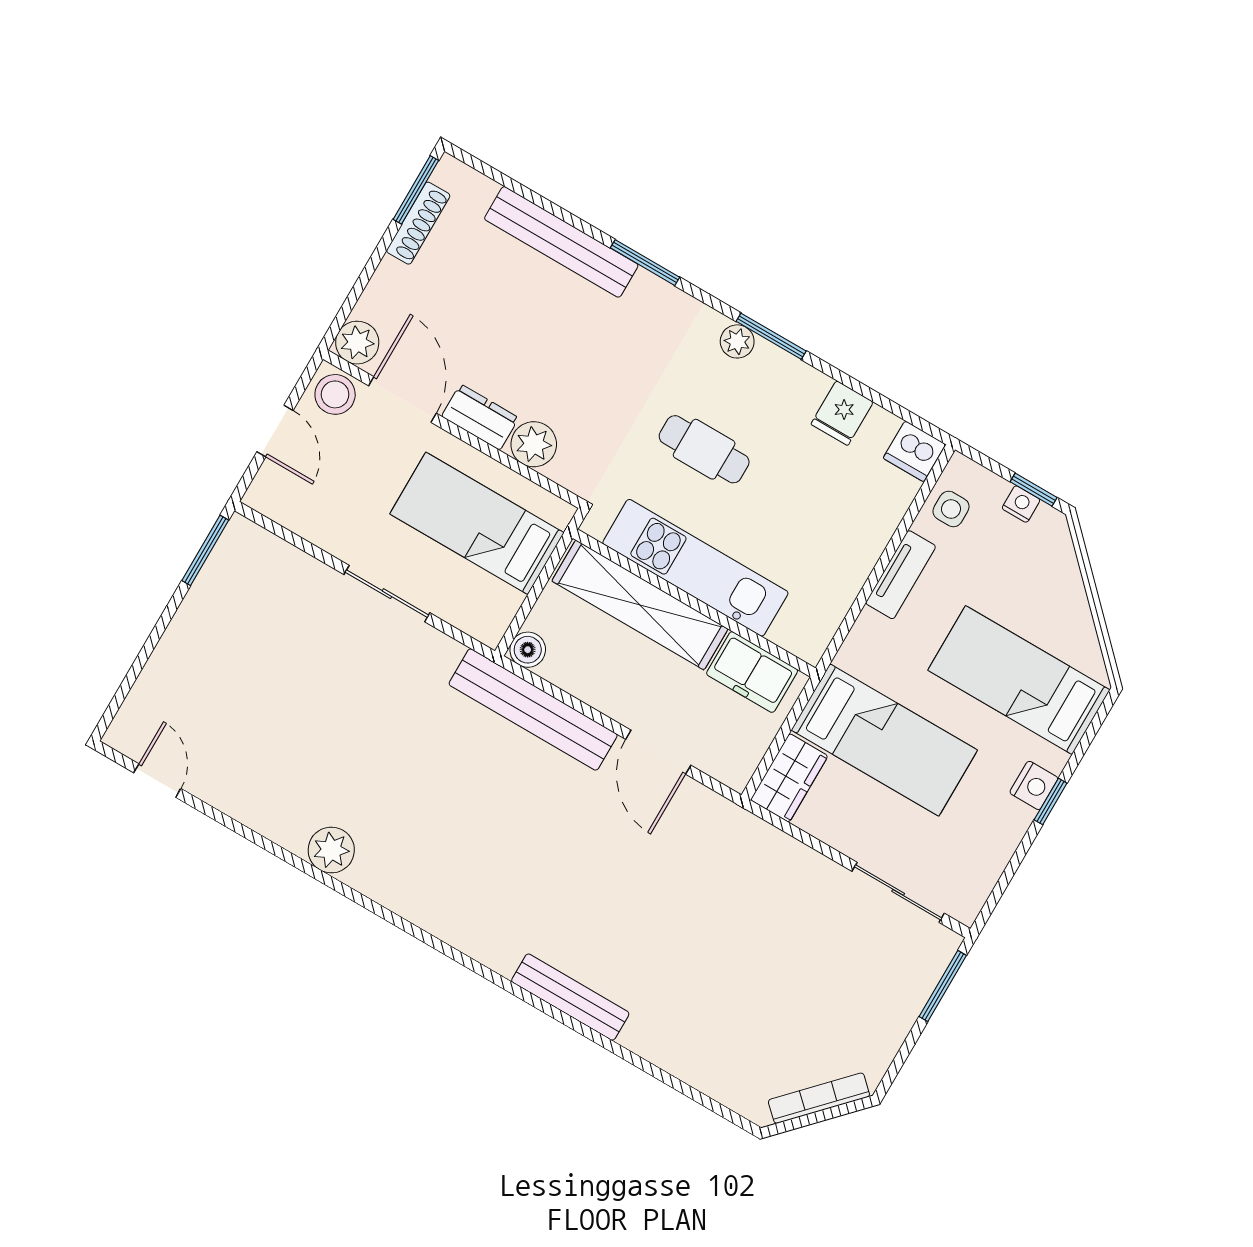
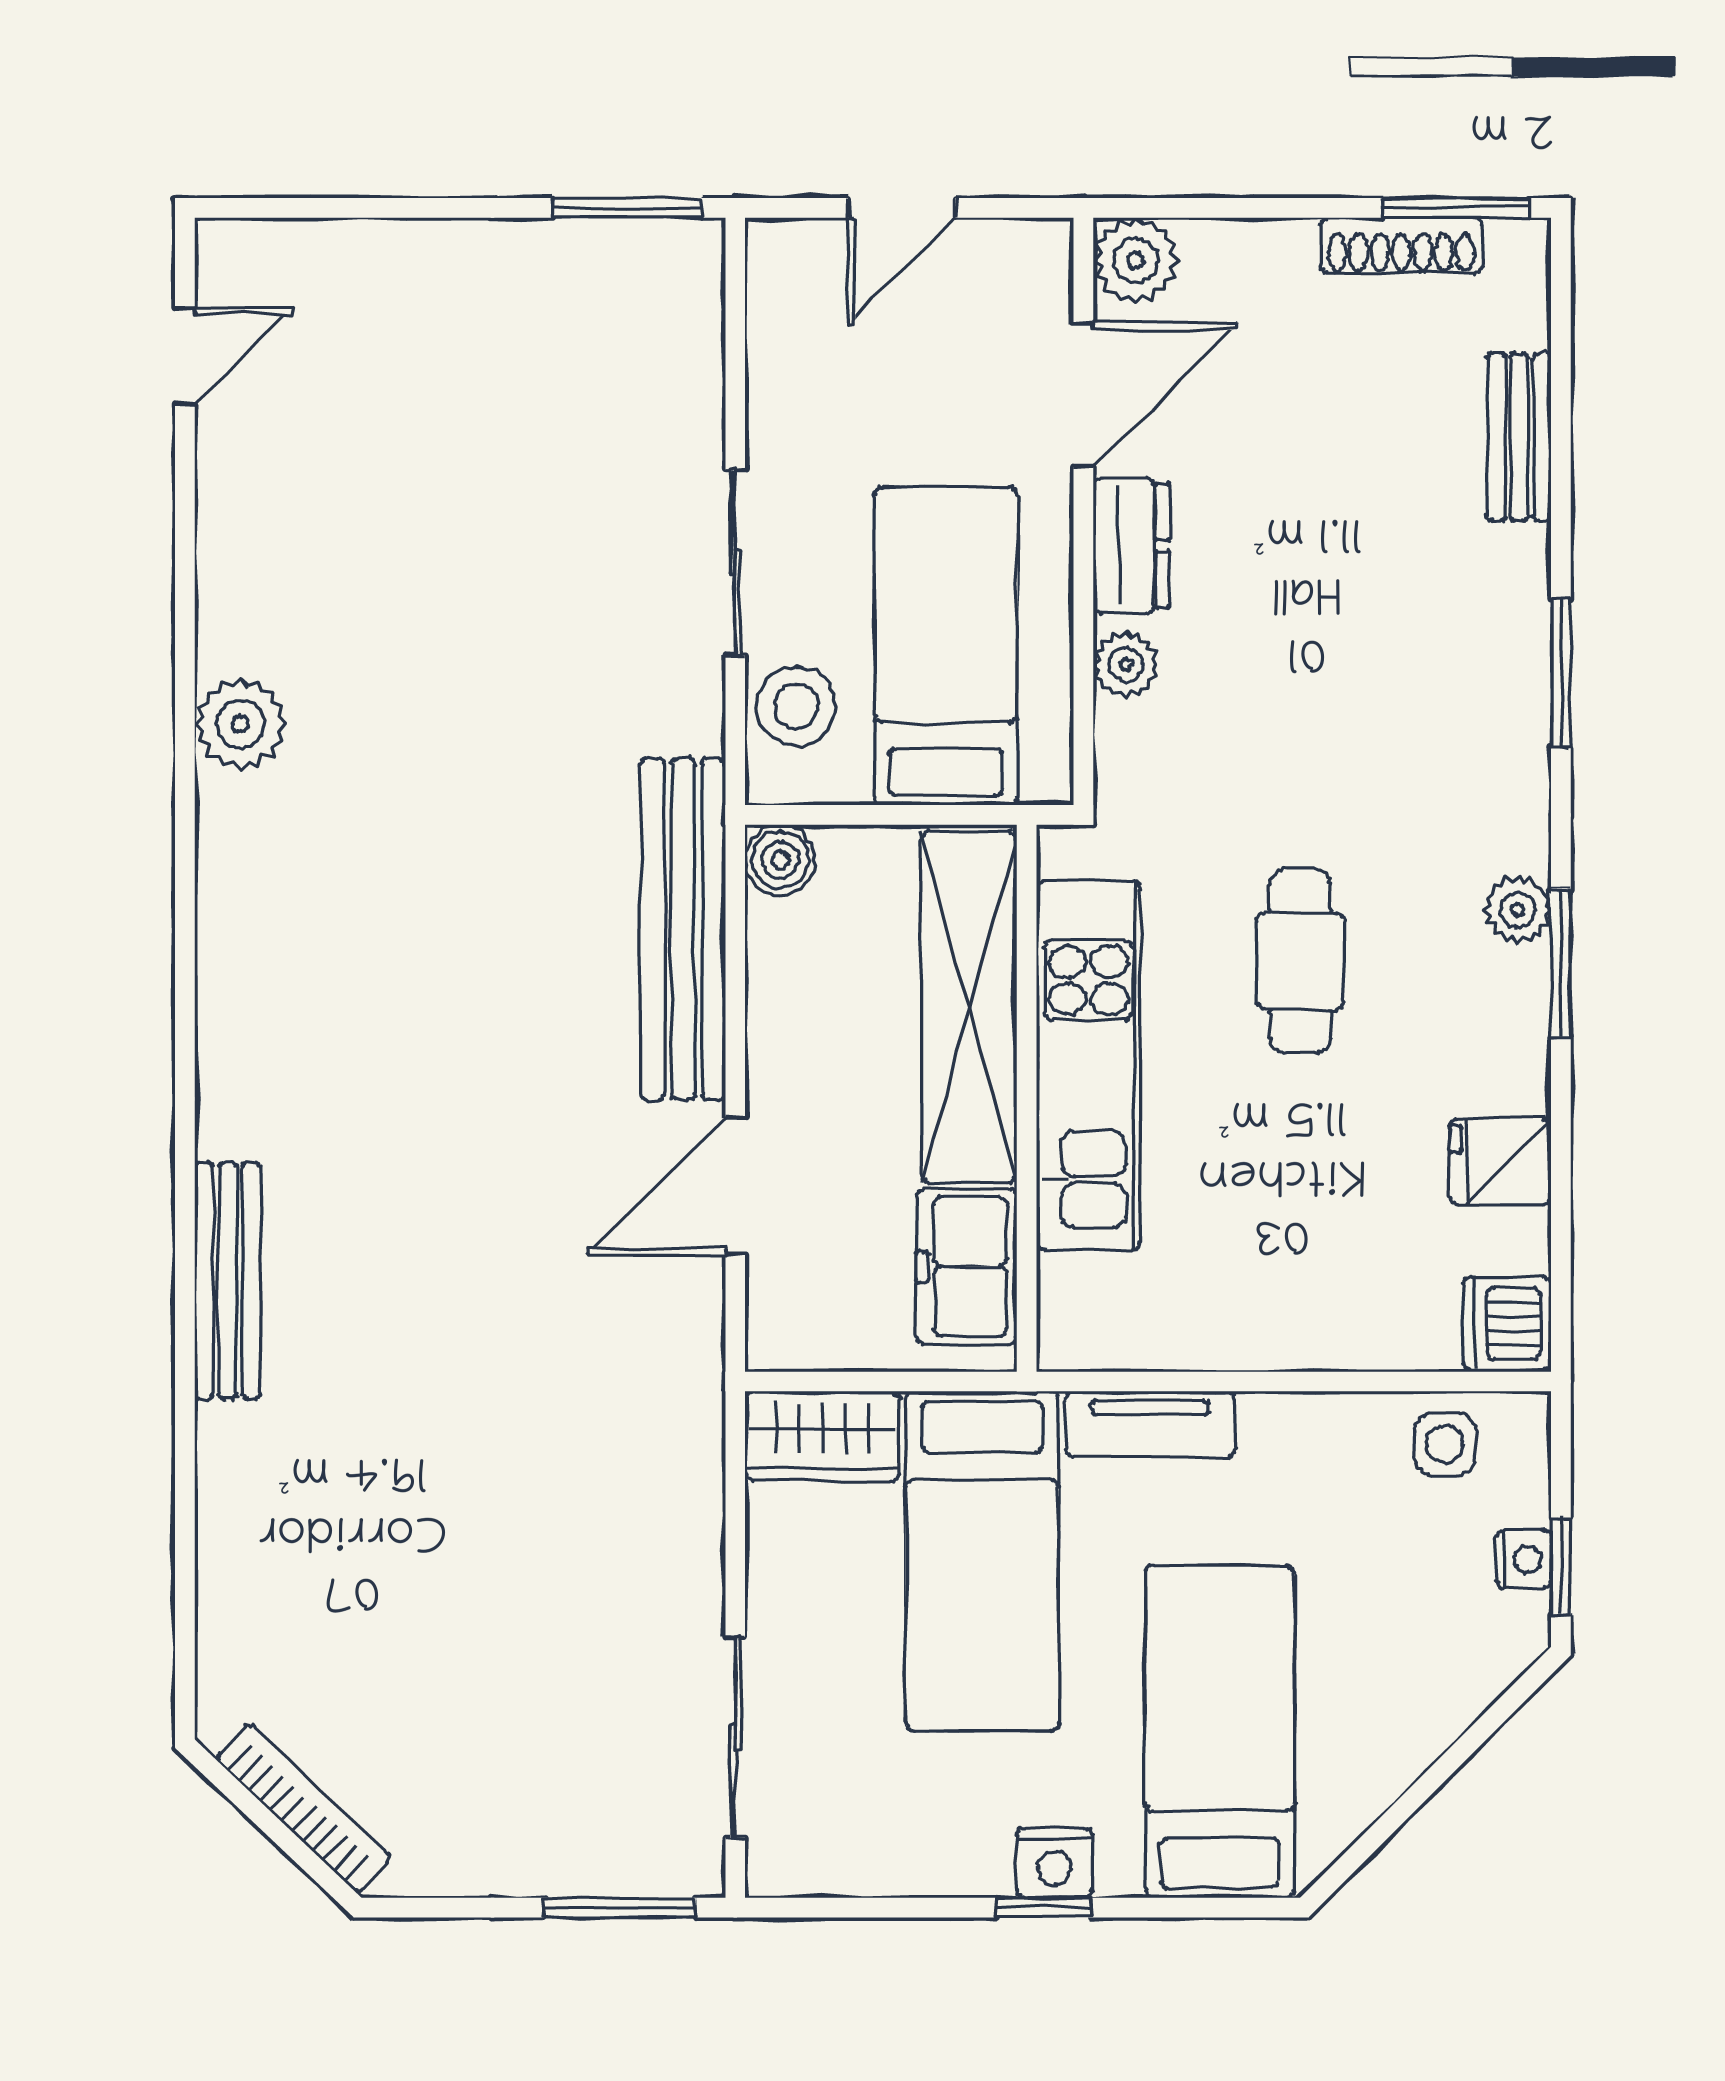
bench: (561, 242) -> (1519, 437), width x0.54, depth x0.82
stool: (335, 394) -> (796, 706), moved
plant: (534, 444) -> (1126, 664), width x0.73, depth x0.73
tv unit: (901, 575) -> (1150, 1424), moved

